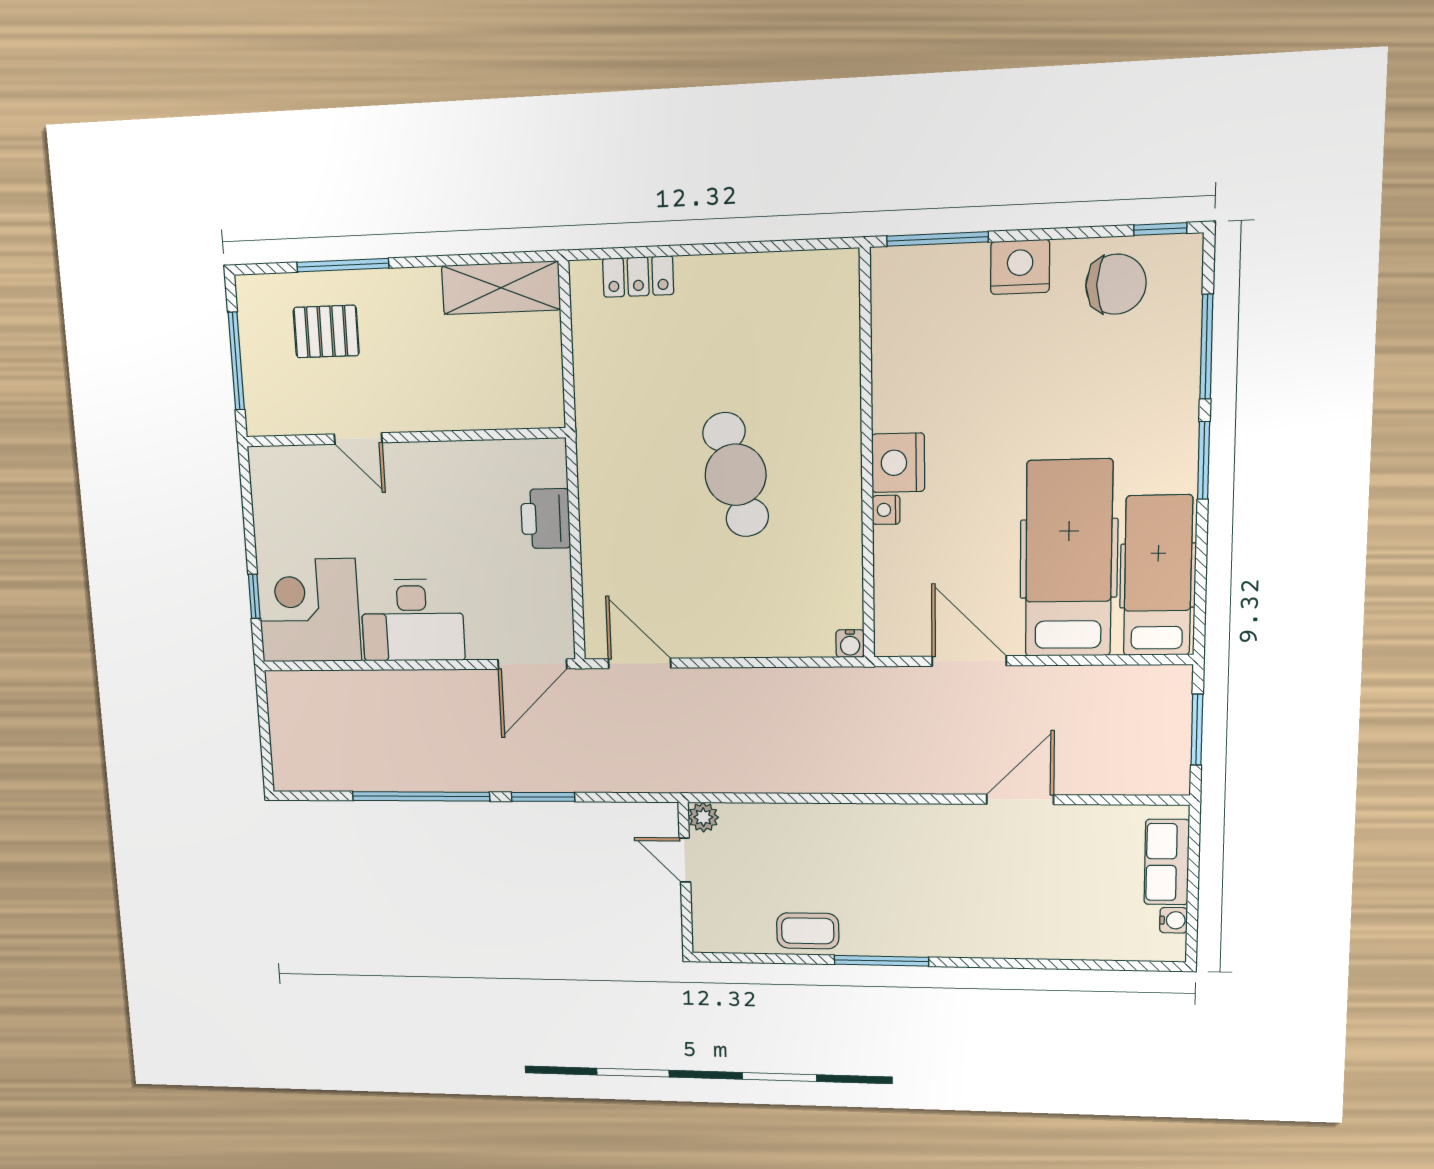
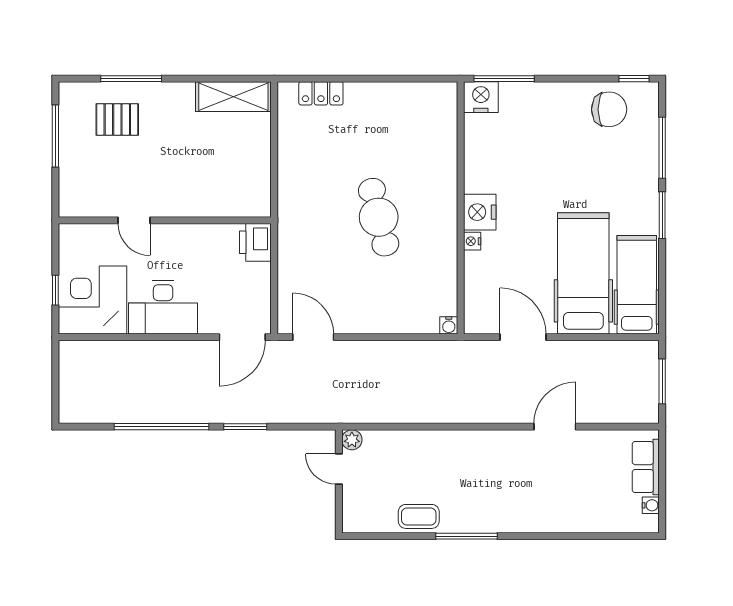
nightstand: (1020, 267) -> (481, 97), moved
wall: (404, 437) -> (165, 220), moved
door: (358, 438) -> (134, 220), moved

